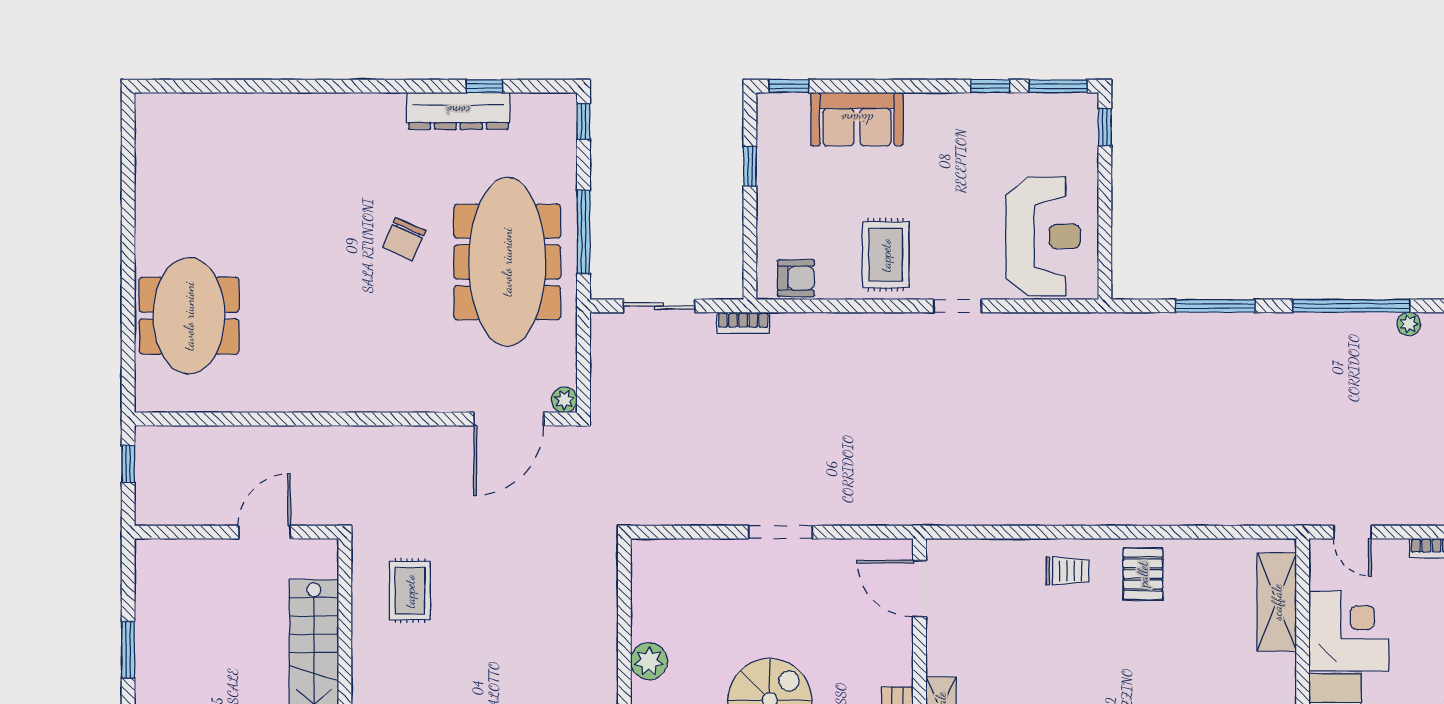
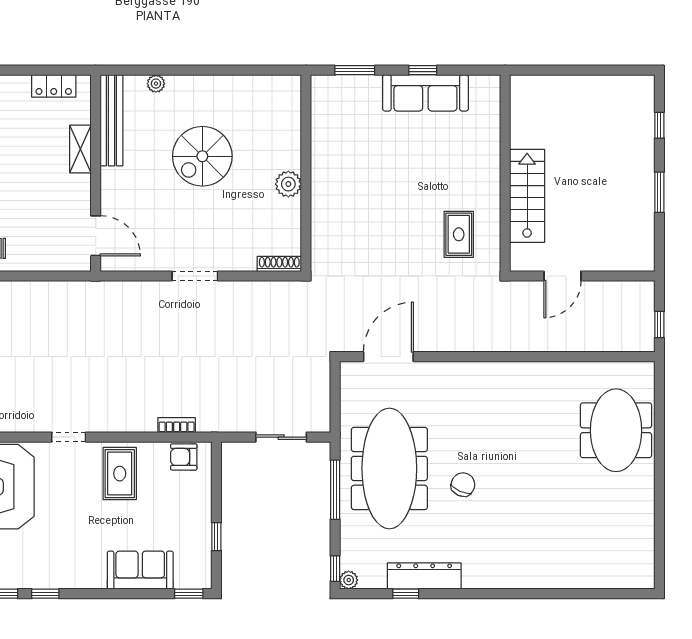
bookcase: (743, 323) -> (177, 425), moved
plant: (564, 400) -> (349, 580), moved
shoe rack: (662, 549) -> (279, 264), added

